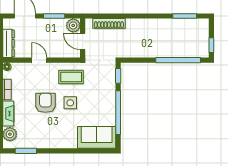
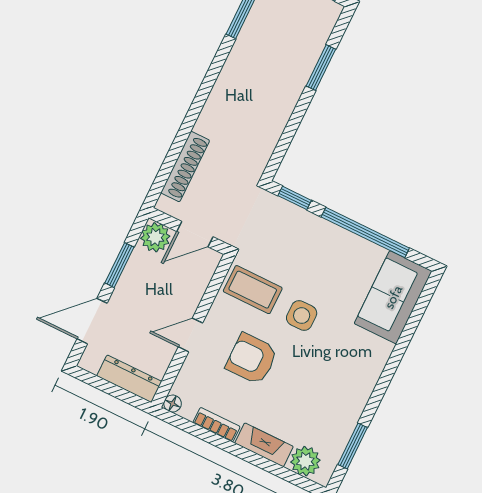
window: (178, 60) -> (321, 68), width x0.47
coffee table: (71, 77) -> (253, 290), turned 90
armchair: (45, 103) -> (252, 359), moved

